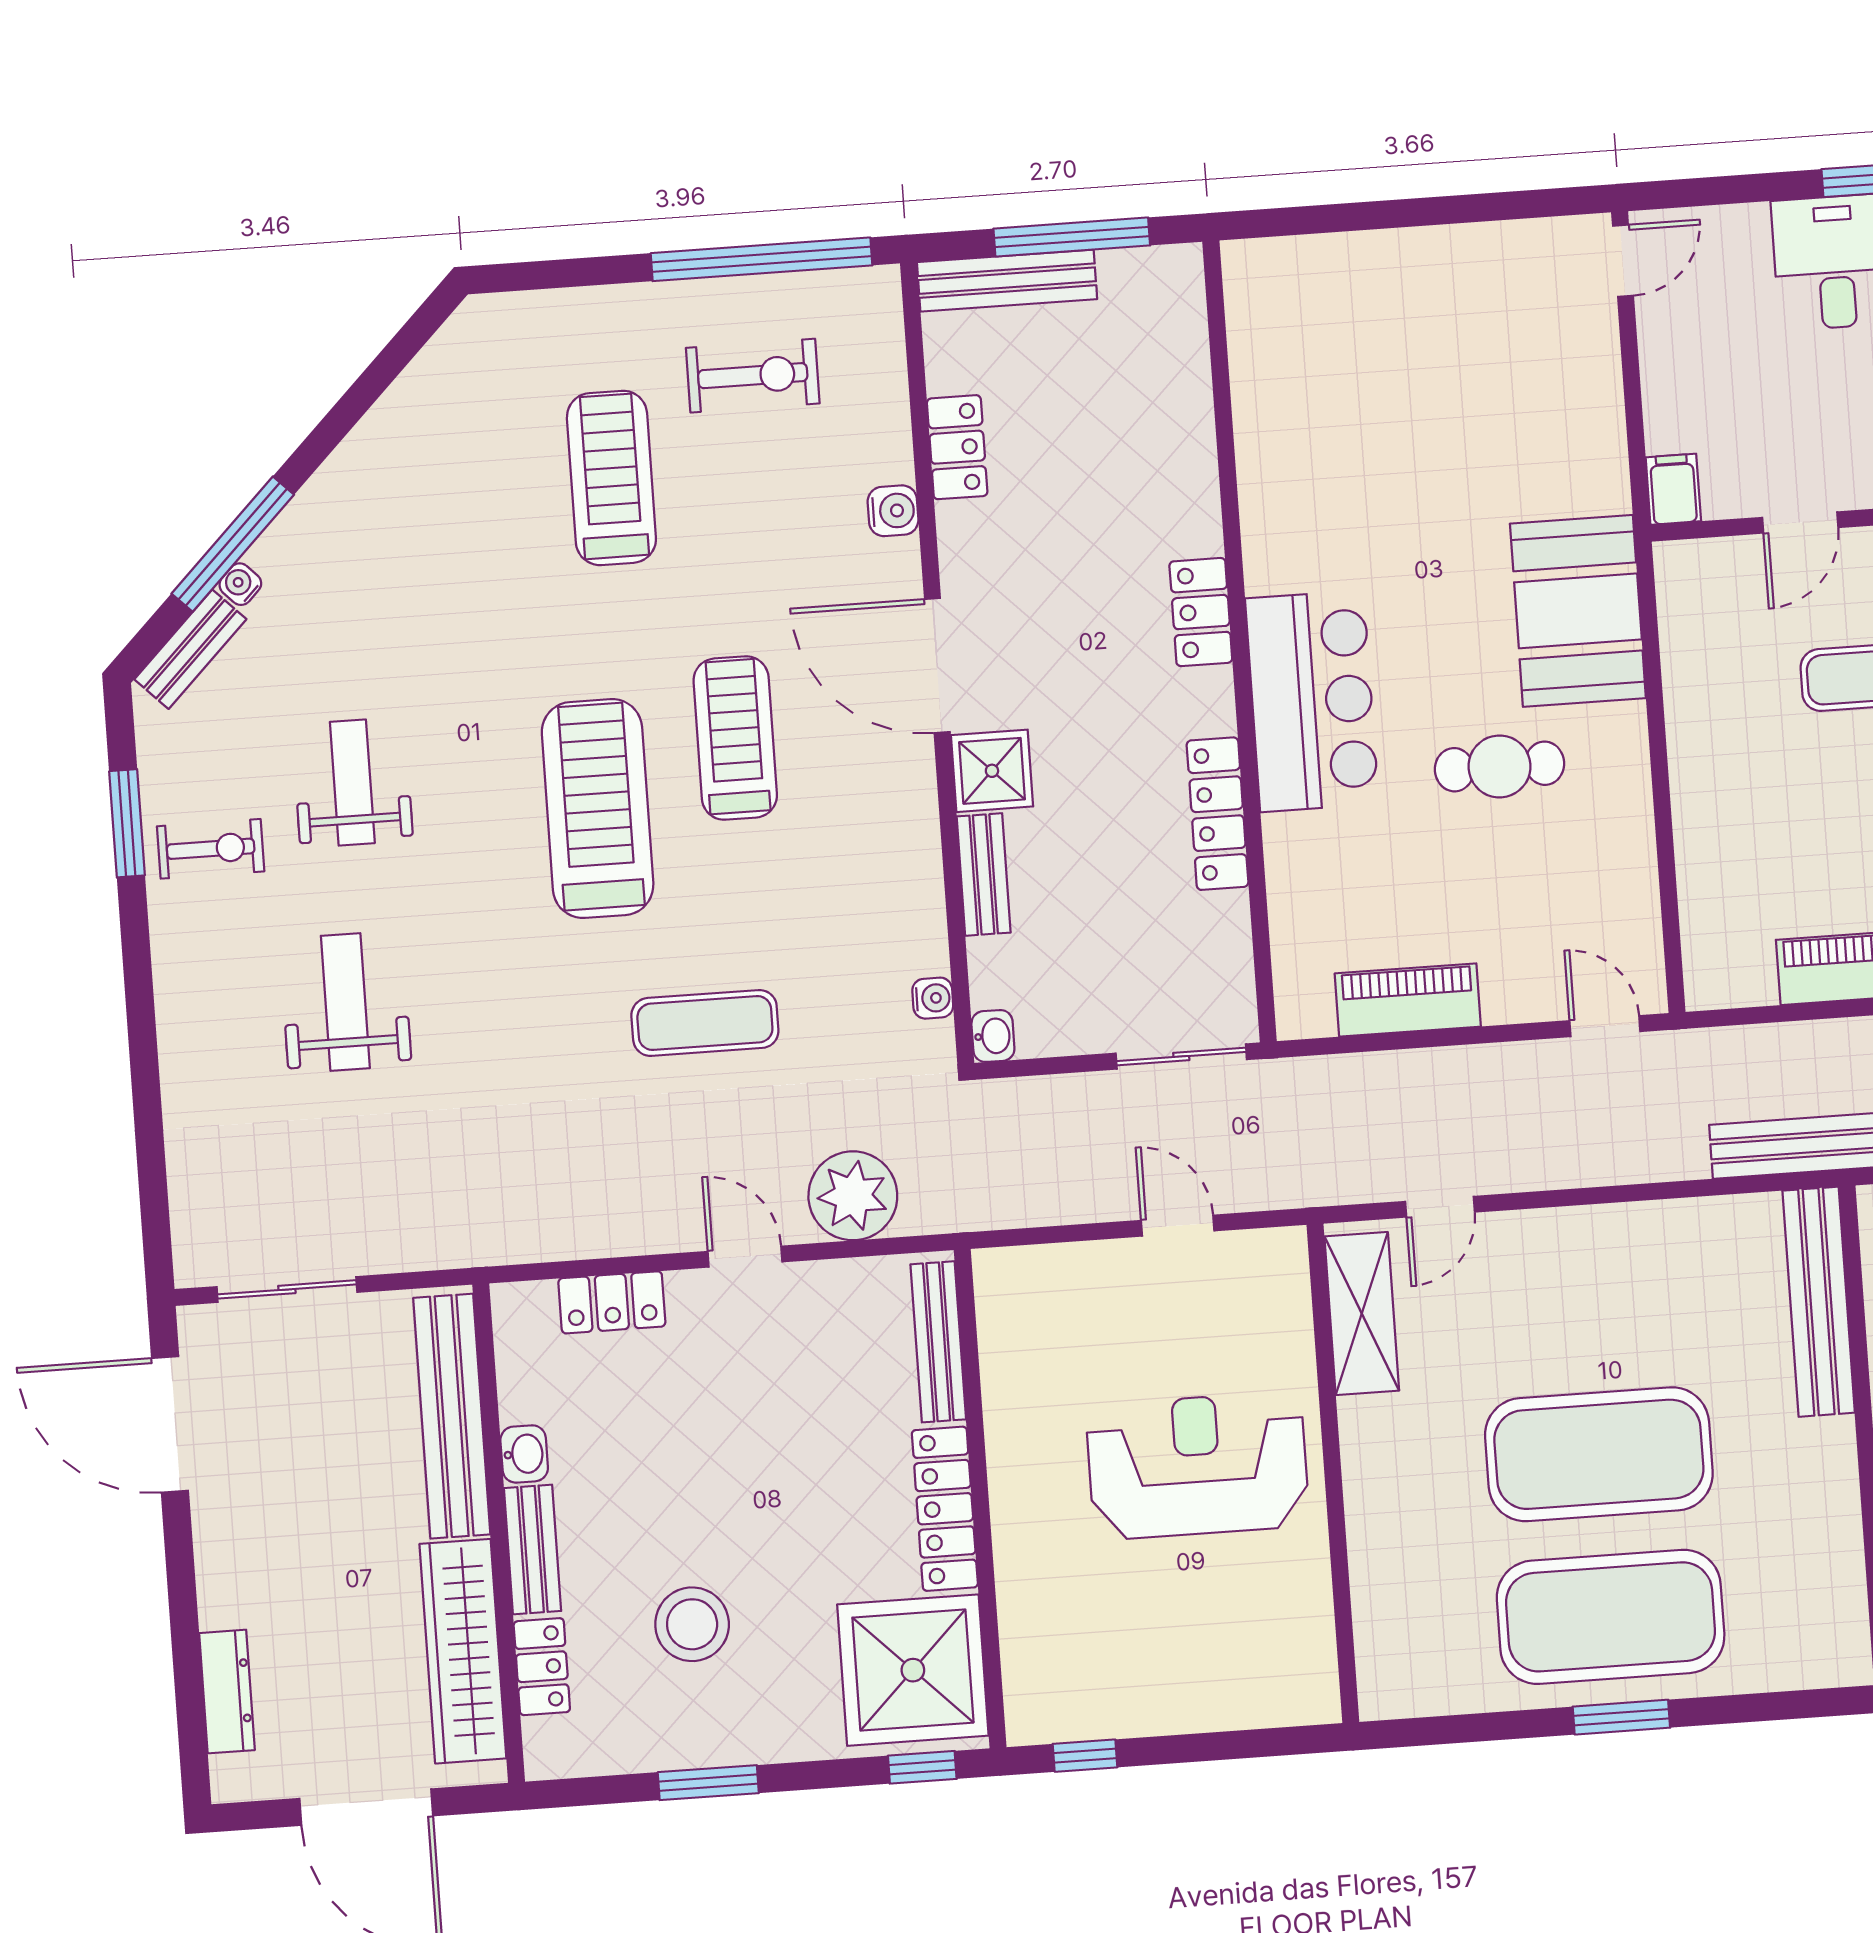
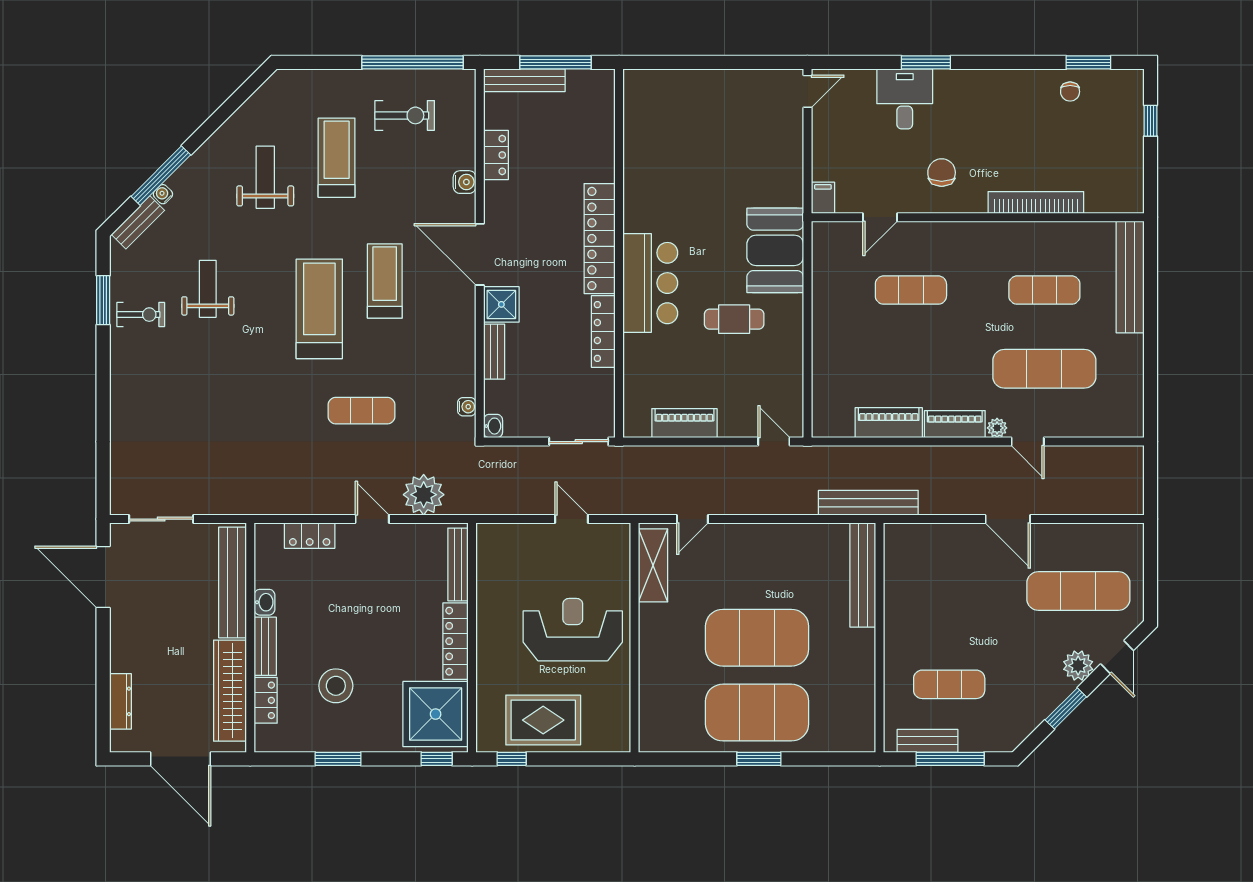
locker: (1201, 612) -> (600, 239), width x2.16, depth x1.21
weight bench: (345, 1002) -> (265, 177), moved
rug: (1147, 1666) -> (543, 720), added

